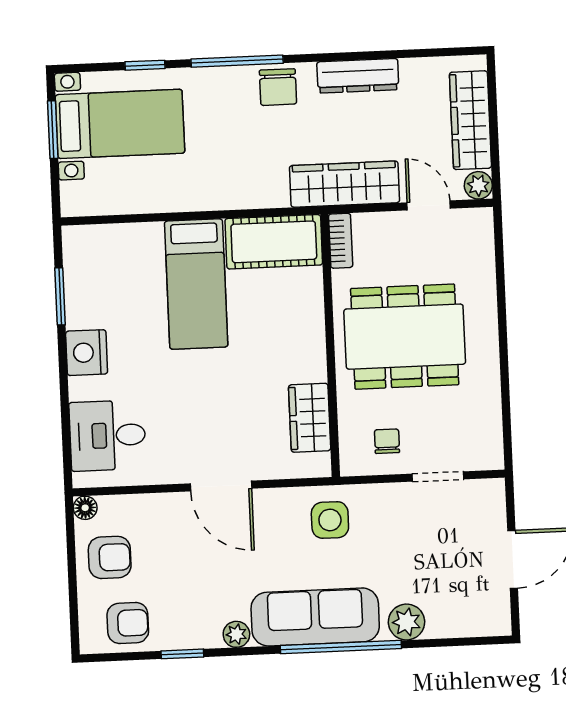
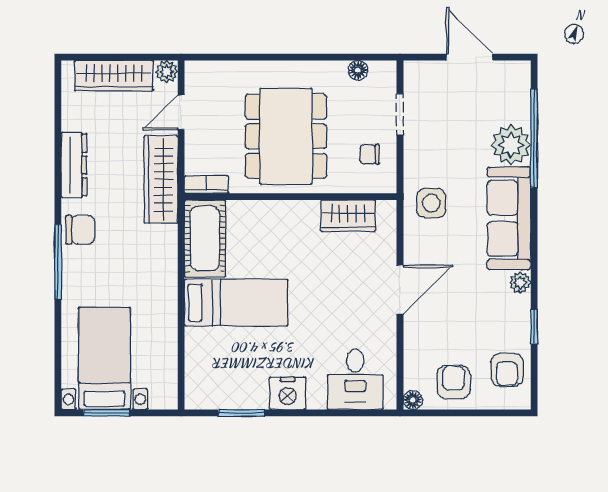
window: (145, 65) -> (58, 336), removed
floor lamp: (490, 422) -> (358, 70), added
plant: (406, 622) -> (511, 145), width x1.36, depth x1.36
armchair: (128, 623) -> (507, 370), turned 180
window: (341, 647) -> (534, 138), moved

